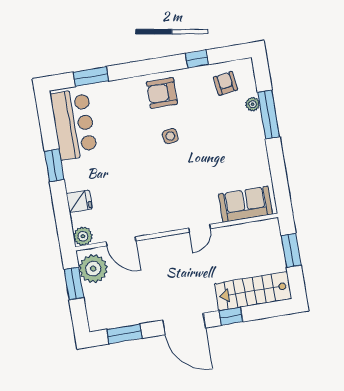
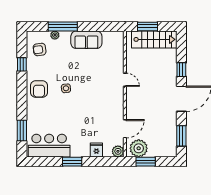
sofa: (245, 204) -> (86, 40), moved, turned -90
stairs: (253, 291) -> (154, 39), moved, turned -90

